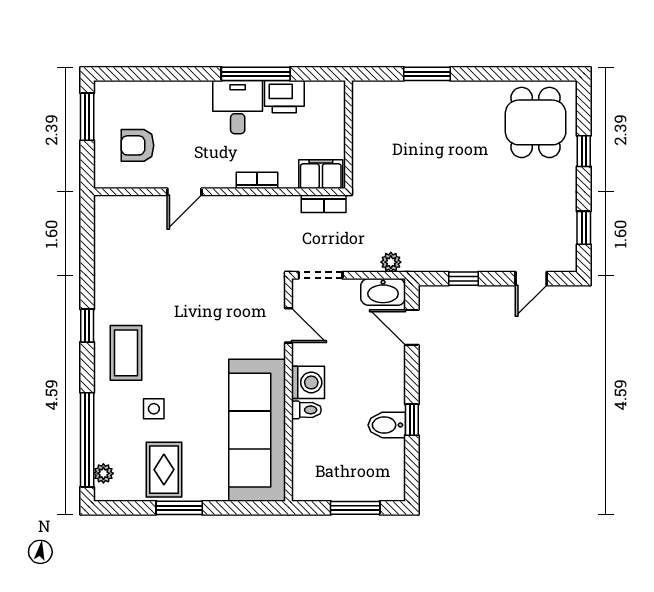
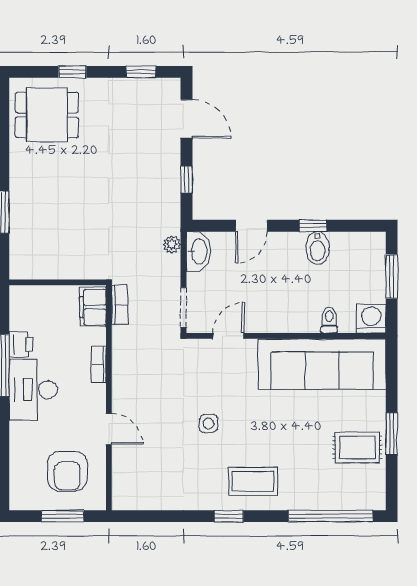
printer: (284, 97) -> (21, 344), width x0.73, depth x0.81
desk: (238, 107) -> (33, 390), width x1.37
window: (87, 117) -> (63, 516), moved
armchair: (138, 145) -> (67, 471), width x1.38, depth x1.38
door: (531, 279) -> (187, 119), width x1.37
door: (412, 327) -> (251, 226), moved
washing machine: (308, 382) -> (371, 319), moved
side table: (154, 409) -> (208, 424), moved
toilet: (306, 410) -> (329, 320), moved
plant: (103, 473) -> (361, 502), removed

